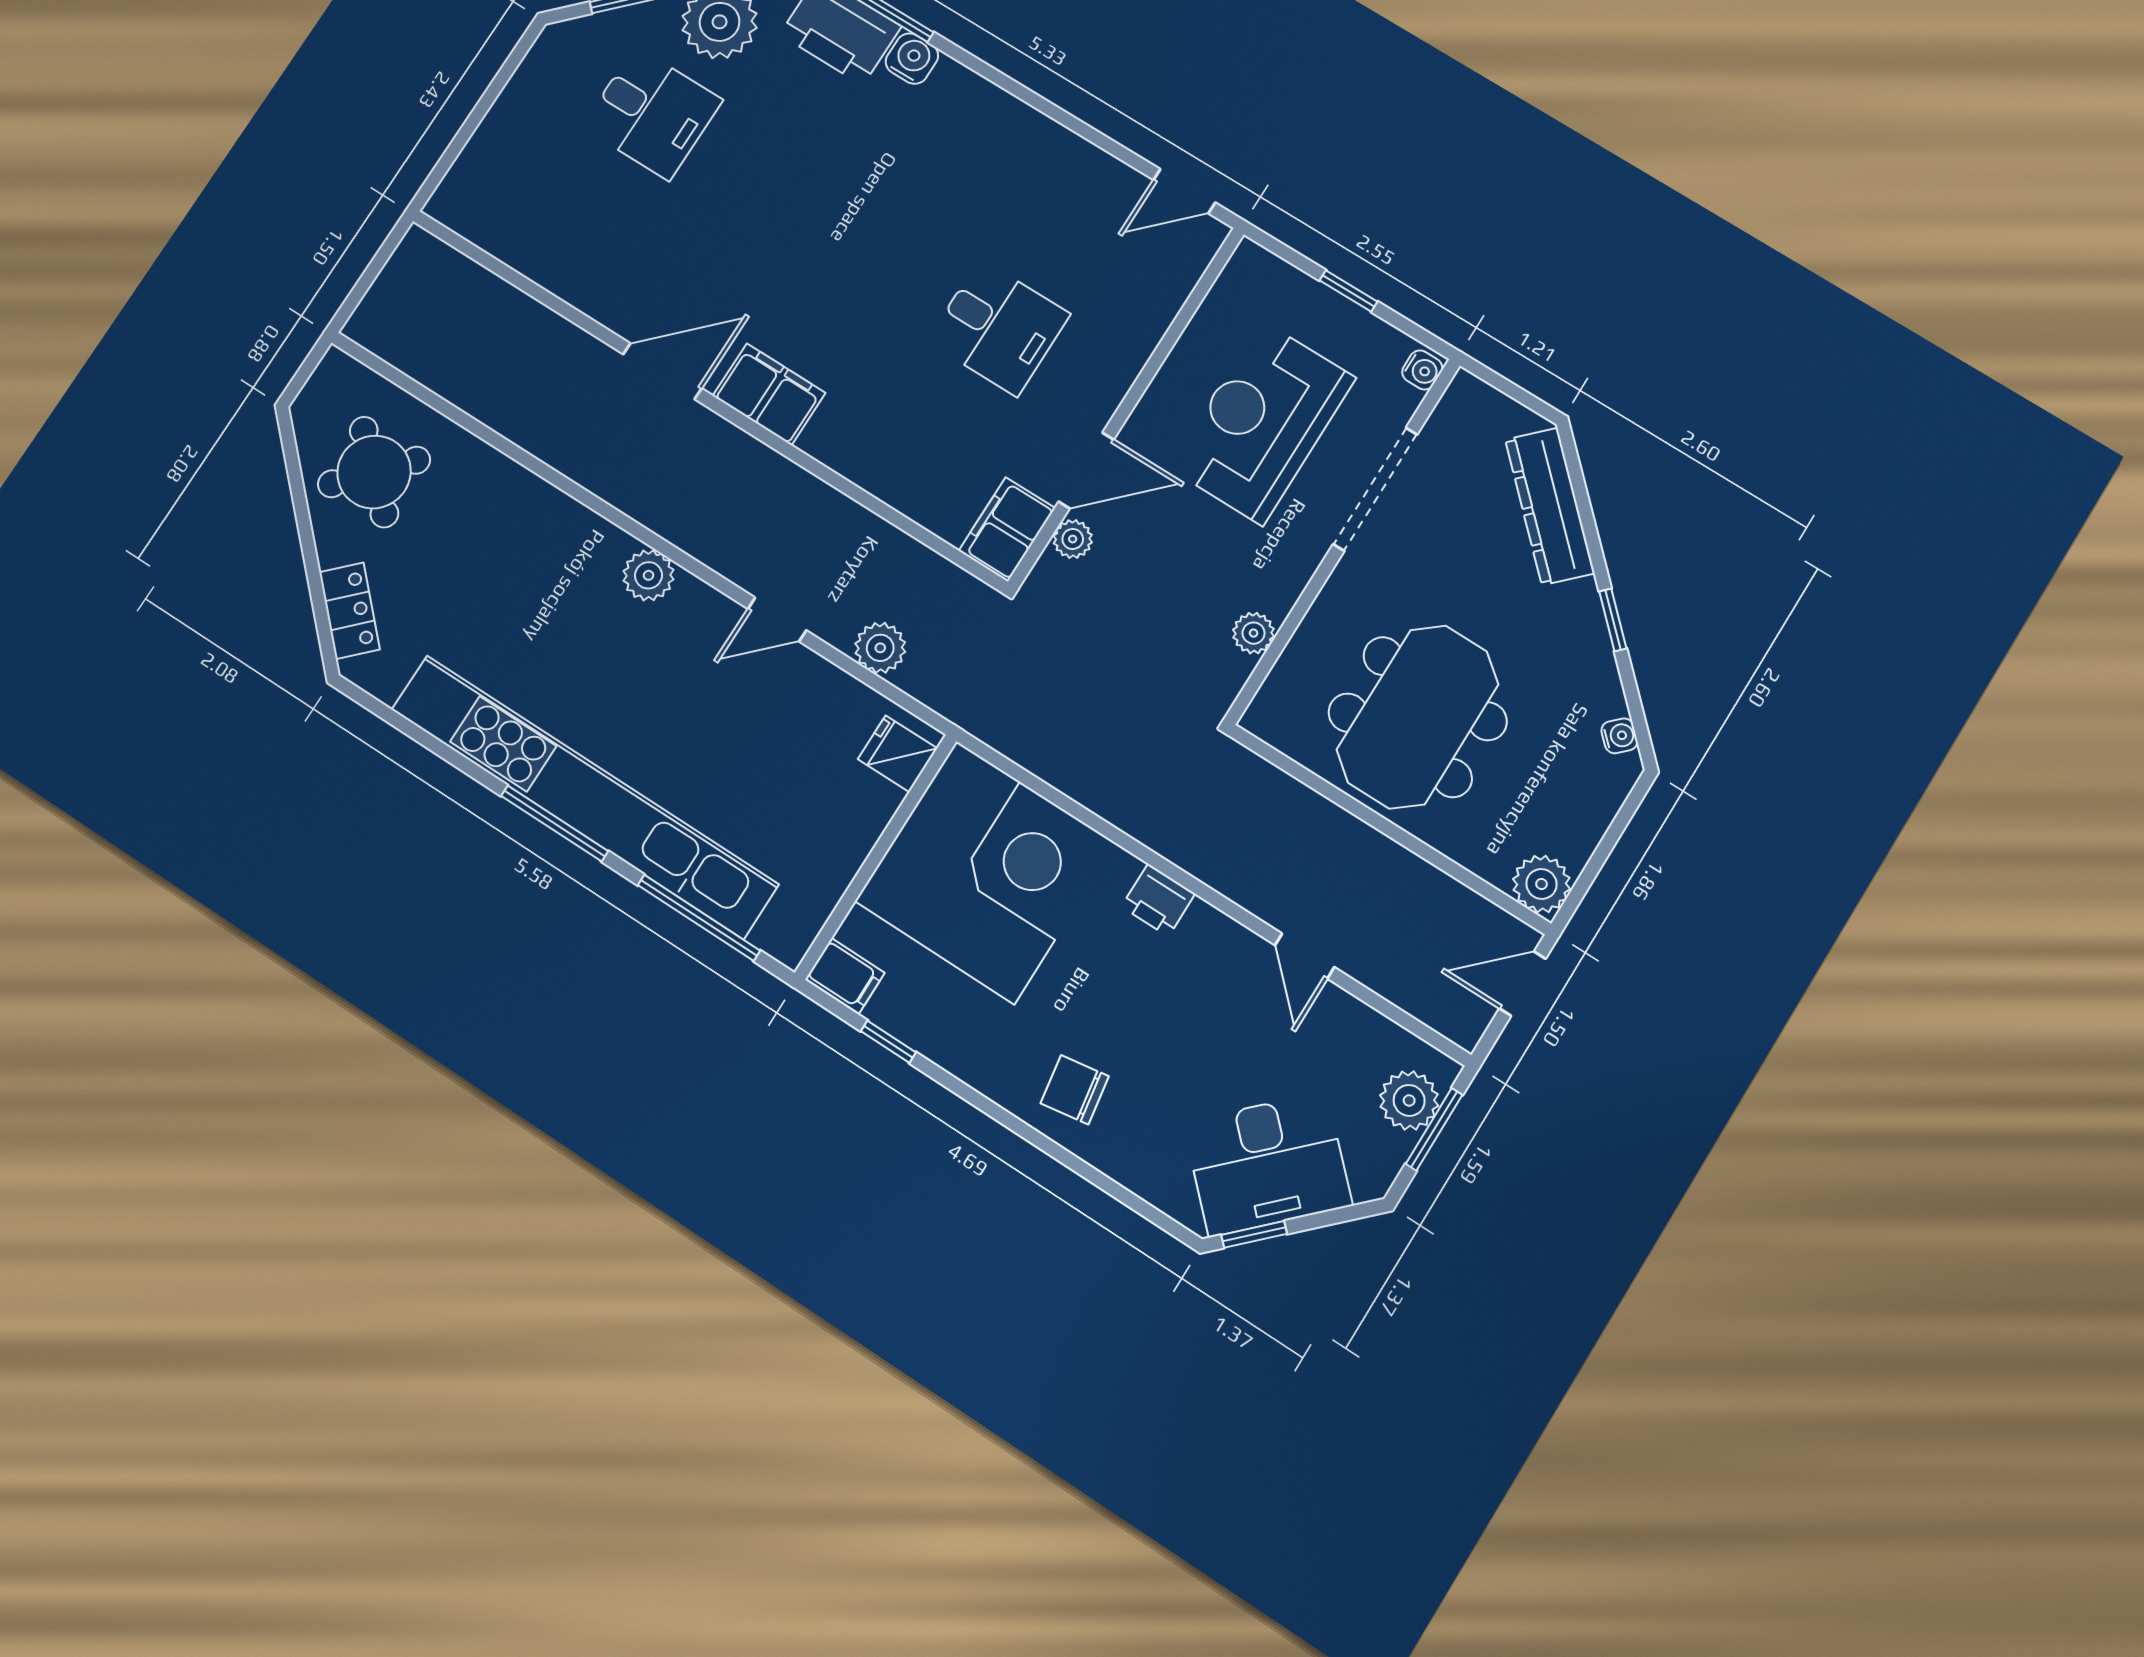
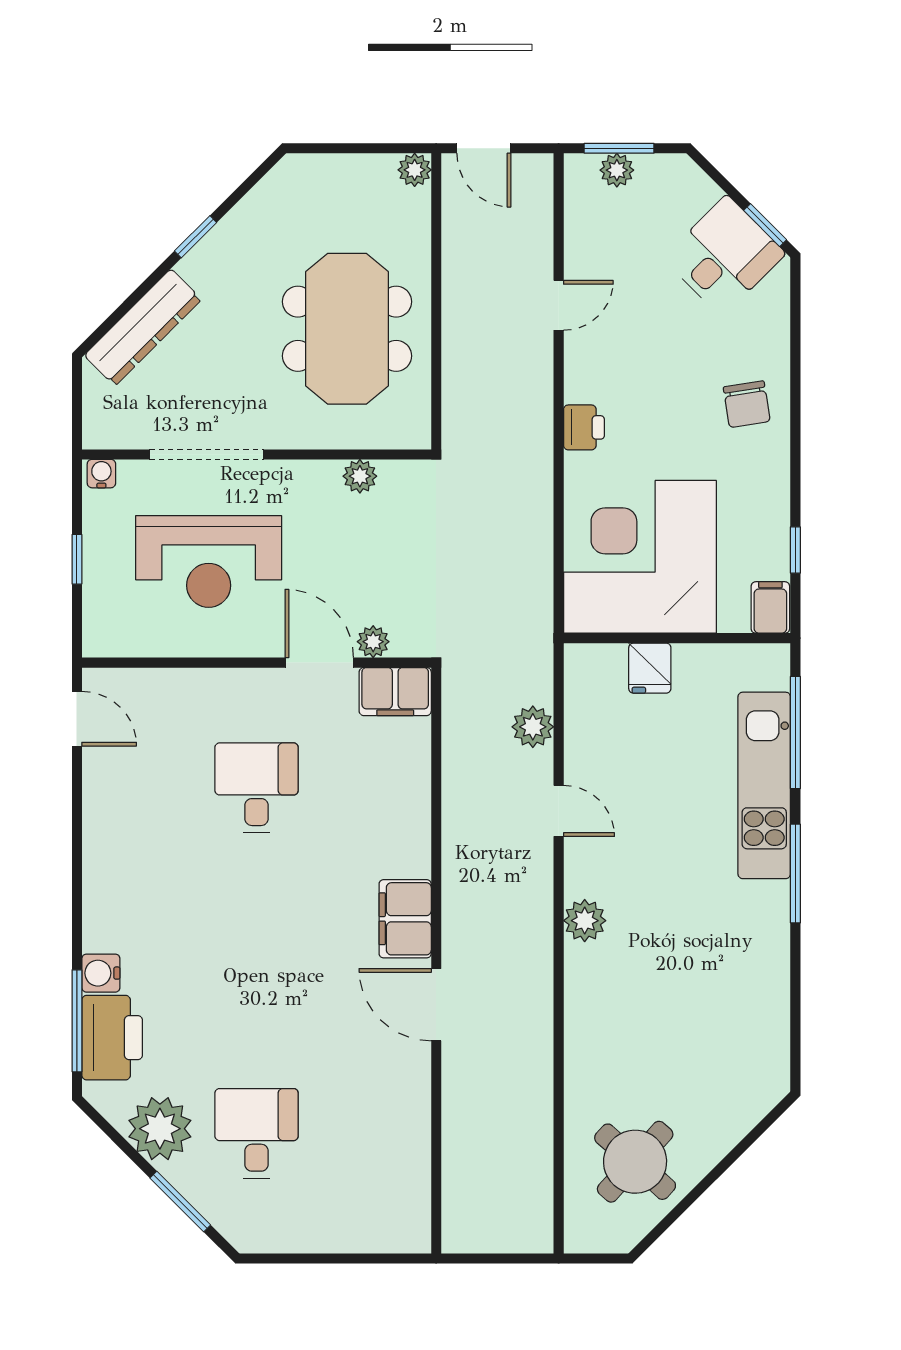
locker: (350, 611) -> (742, 1114), removed
meeting table: (1418, 717) -> (347, 329), turned 90
water cooler: (1619, 736) -> (273, 184), removed
fridge: (898, 754) -> (650, 668), moved
kitchen unit: (584, 796) -> (764, 785), width x0.54
plant: (1541, 884) -> (415, 170), width x0.73, depth x0.73
plant: (1409, 1100) -> (617, 170), width x0.73, depth x0.73
desk: (1268, 1164) -> (724, 256), width x0.73

